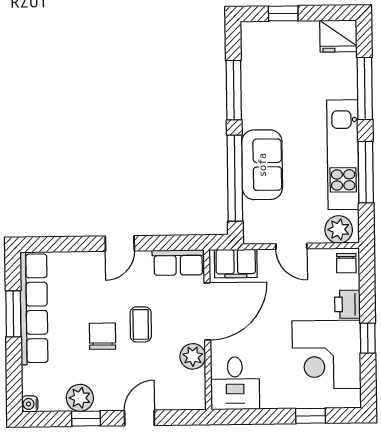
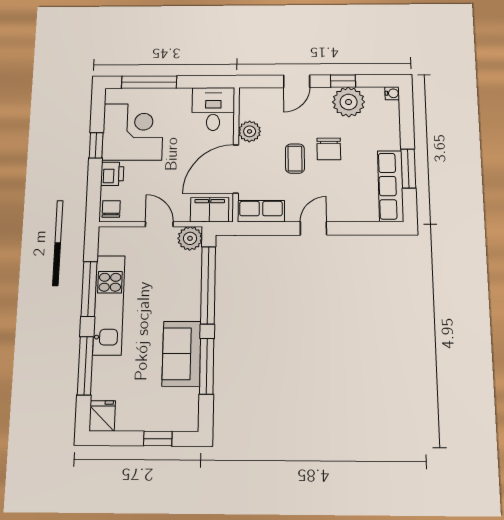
fridge: (338, 36) -> (102, 416), width x0.72
sofa: (262, 165) -> (182, 354), moved
plant: (339, 229) -> (190, 238), moved
row of seats: (34, 308) -> (391, 186), width x0.73
plant: (80, 398) -> (349, 102), width x1.36, depth x1.36
window: (310, 416) -> (149, 82), width x2.17

